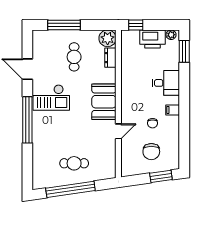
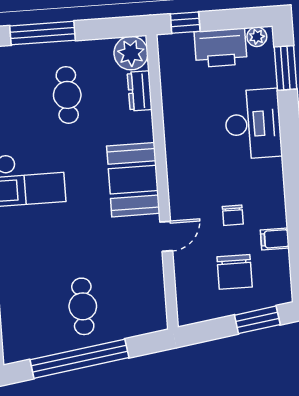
desk: (166, 83) -> (253, 124), width x1.37
filing cabinet: (173, 110) -> (275, 239), moved
cafe table: (74, 163) -> (83, 306), turned 90

